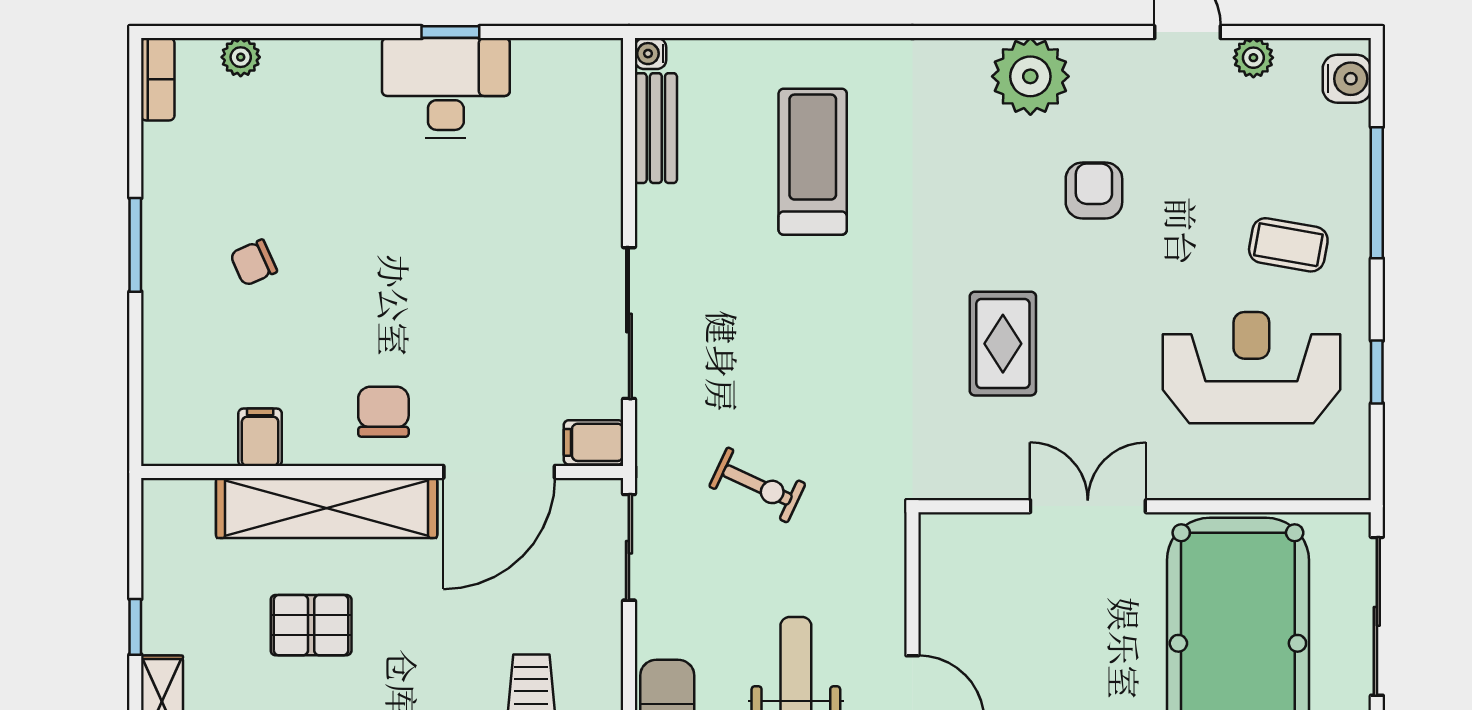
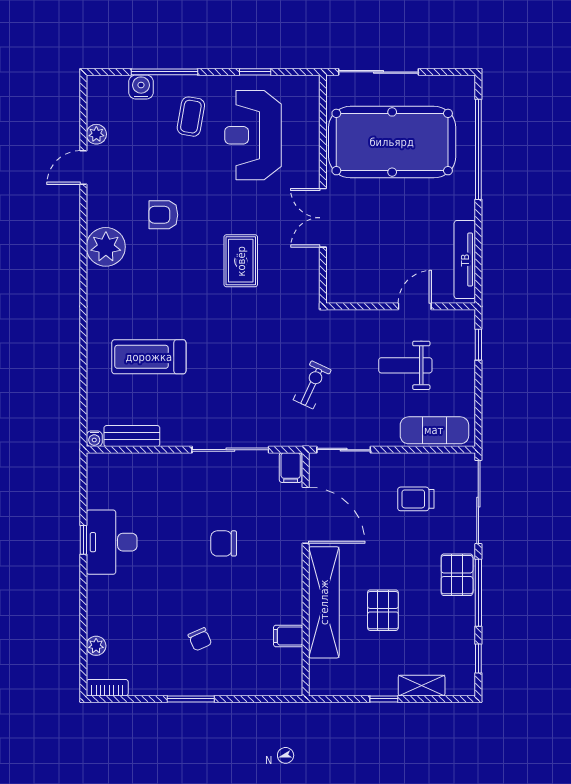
water cooler: (1347, 79) -> (141, 87), moved
rug: (1003, 344) -> (241, 261), turned 90
chair: (383, 412) -> (224, 543), moved

